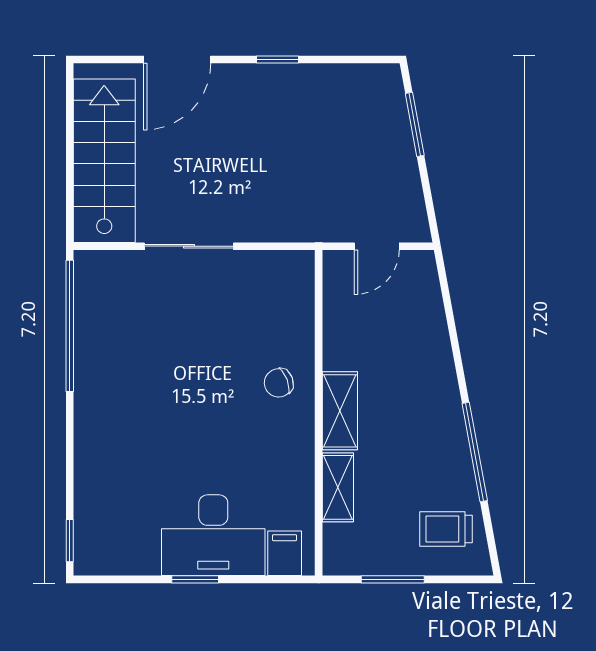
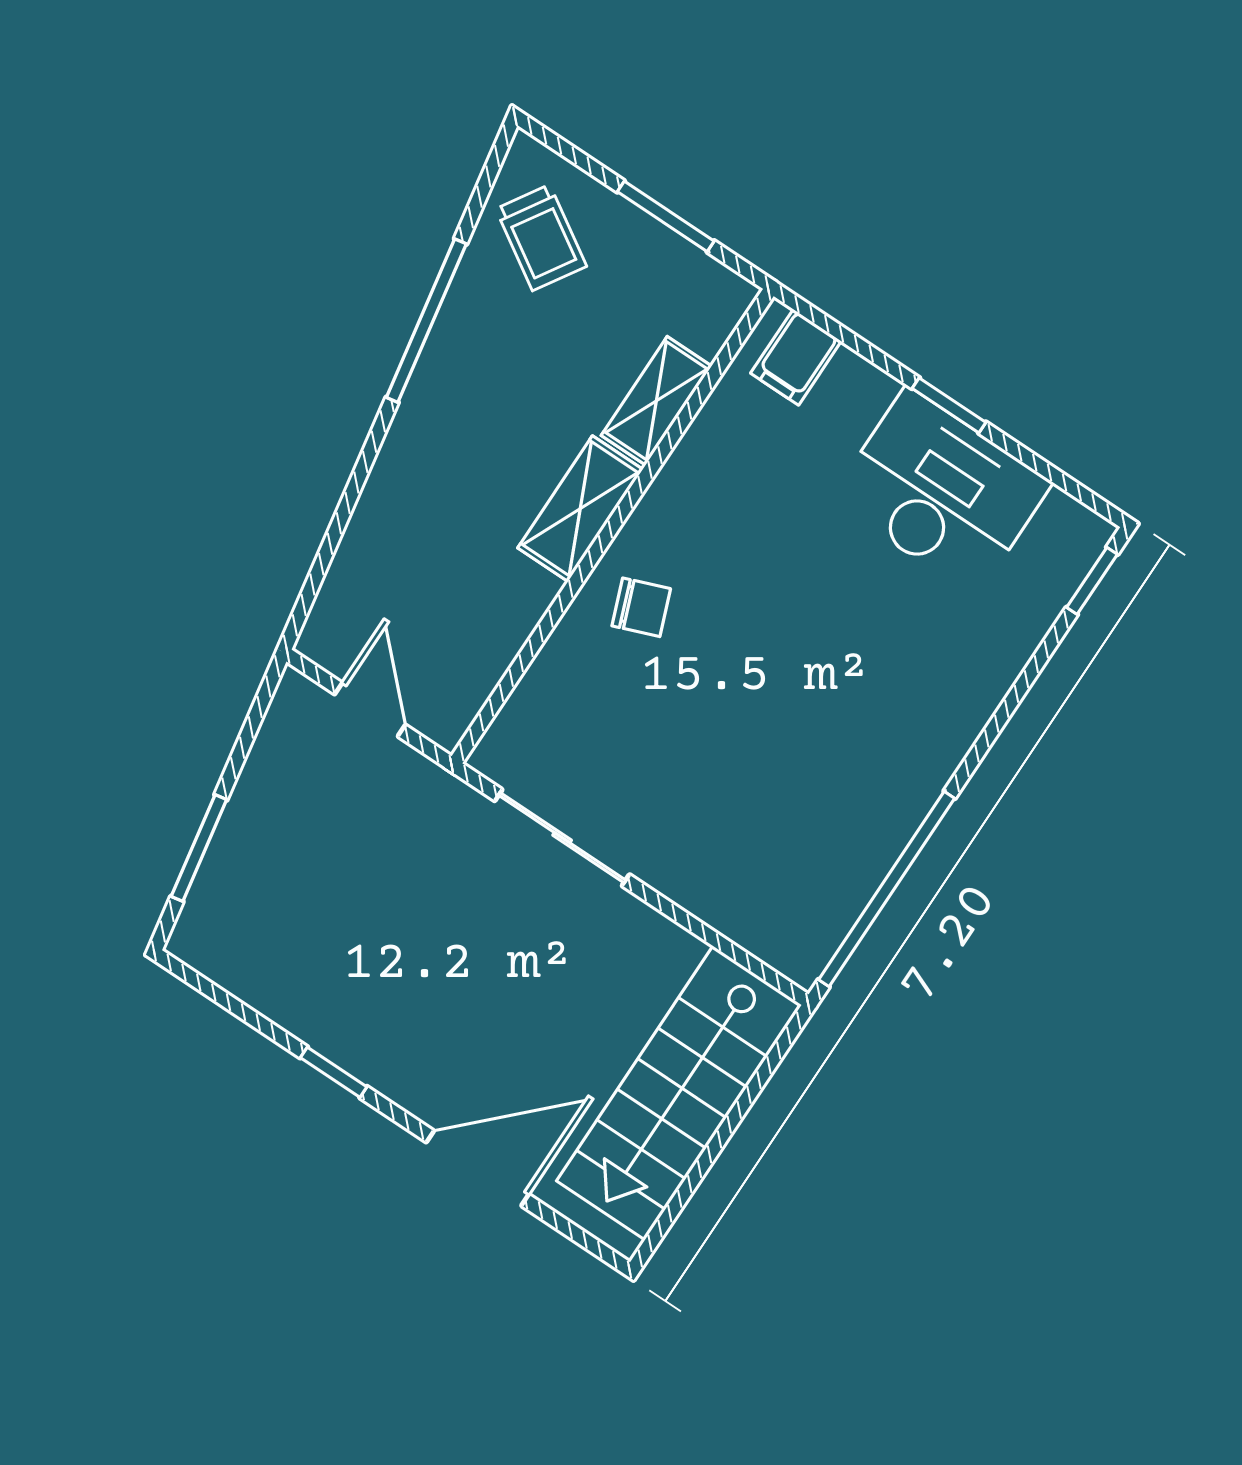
sliding door: (189, 246) -> (562, 838), moved
door: (377, 246) -> (370, 710), hinge flipped
trolley: (446, 529) -> (541, 238), turned 32
desk: (213, 535) -> (941, 492), moved

